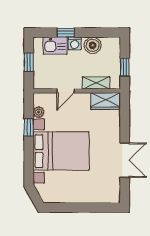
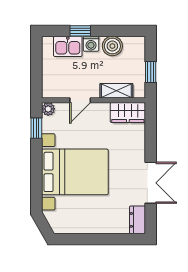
window: (29, 62) -> (36, 66), removed
plant: (39, 112) -> (48, 109), moved
window: (29, 127) -> (36, 128), moved
dresser: (114, 191) -> (137, 220), added

